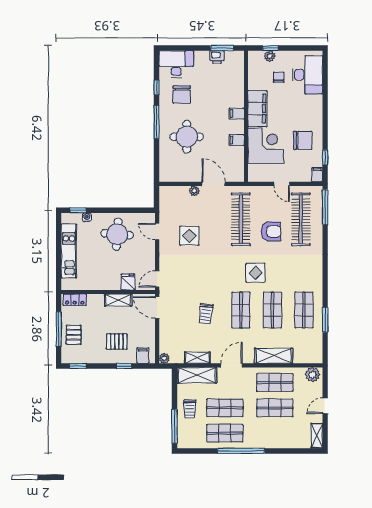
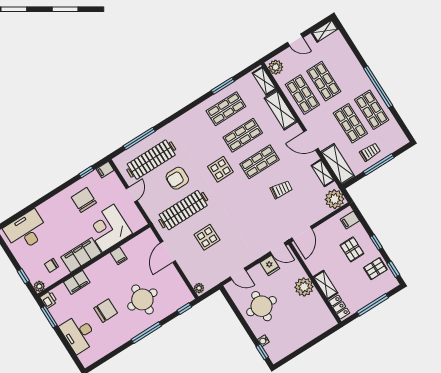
plant: (270, 56) -> (39, 286), moved
printer: (217, 57) -> (49, 300), moved
desk: (176, 64) -> (79, 334), moved
chair: (279, 77) -> (51, 265), moved
window: (156, 87) -> (184, 309), moved
chair: (182, 95) -> (106, 311), moved
filing cabinet: (237, 114) -> (77, 282), moved, width x2.00
plant: (194, 191) -> (199, 288), moved
window: (325, 207) -> (139, 139), moved
armchair: (271, 231) -> (177, 178), turned -90
door: (157, 232) -> (238, 274), hinge flipped
display table: (189, 236) -> (207, 237), moved
kitchen unit: (69, 251) -> (301, 338), removed
plant: (111, 281) -> (304, 287), added
fridge: (128, 282) -> (270, 266), moved, turned -90
shelving: (118, 300) -> (326, 285), moved
pallet: (74, 335) -> (375, 269), moved
shelving: (307, 357) -> (264, 81), added
plant: (164, 358) -> (335, 199), width x1.88, depth x1.88
window: (124, 366) -> (376, 242), moved
window: (175, 426) -> (379, 165), moved

